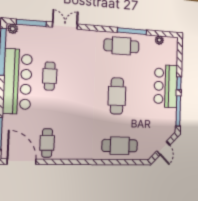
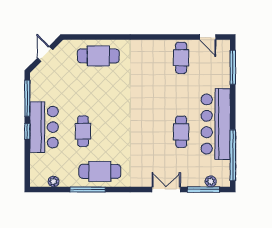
double door: (65, 26) -> (166, 190), swing flipped
plant: (13, 29) -> (211, 181), moved
cafe table: (117, 96) -> (83, 131), moved, width x0.73, depth x0.74
door: (22, 162) -> (208, 37), width x0.53

